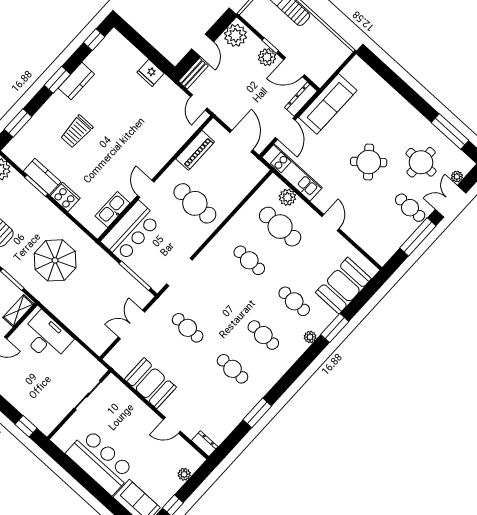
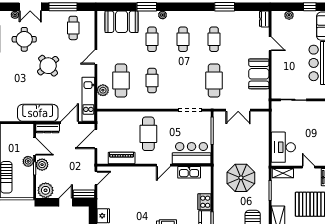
plant: (284, 45) -> (28, 161), added
cafe table: (410, 208) -> (73, 28), moved
cafe table: (188, 328) -> (214, 80), width x1.37, depth x1.35

